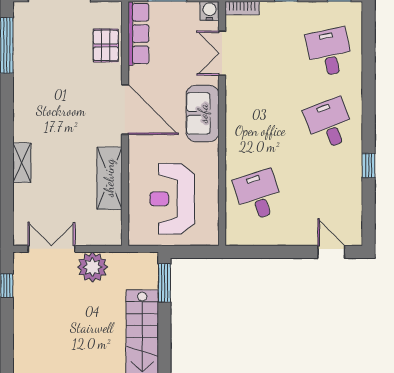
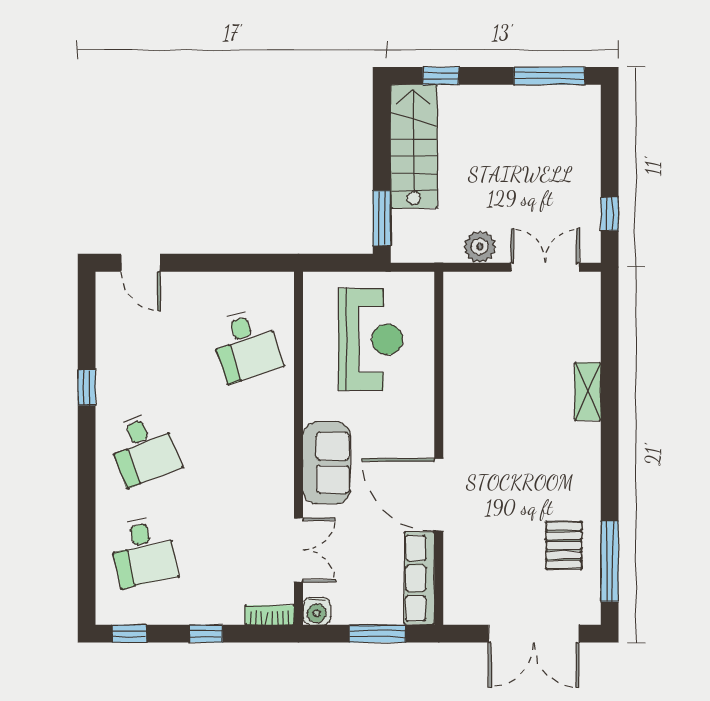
pallet: (106, 45) -> (564, 545), moved
door: (125, 110) -> (439, 495), moved
shelving: (109, 178) -> (461, 369), removed
double door: (51, 249) -> (545, 267), swing flipped
plant: (92, 267) -> (480, 247), width x0.73, depth x0.73

